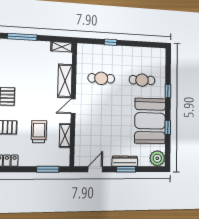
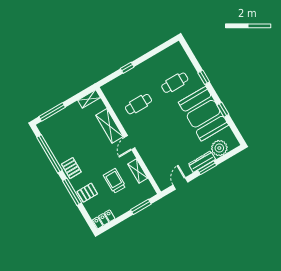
plant: (157, 158) -> (219, 148), moved

